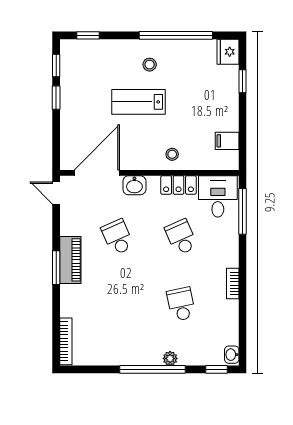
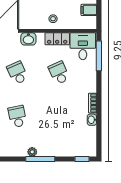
school desk: (181, 304) -> (17, 116), moved
washbasin: (232, 355) -> (92, 120), moved
plant: (170, 358) -> (32, 152), moved
window: (153, 369) -> (40, 159), width x0.68

